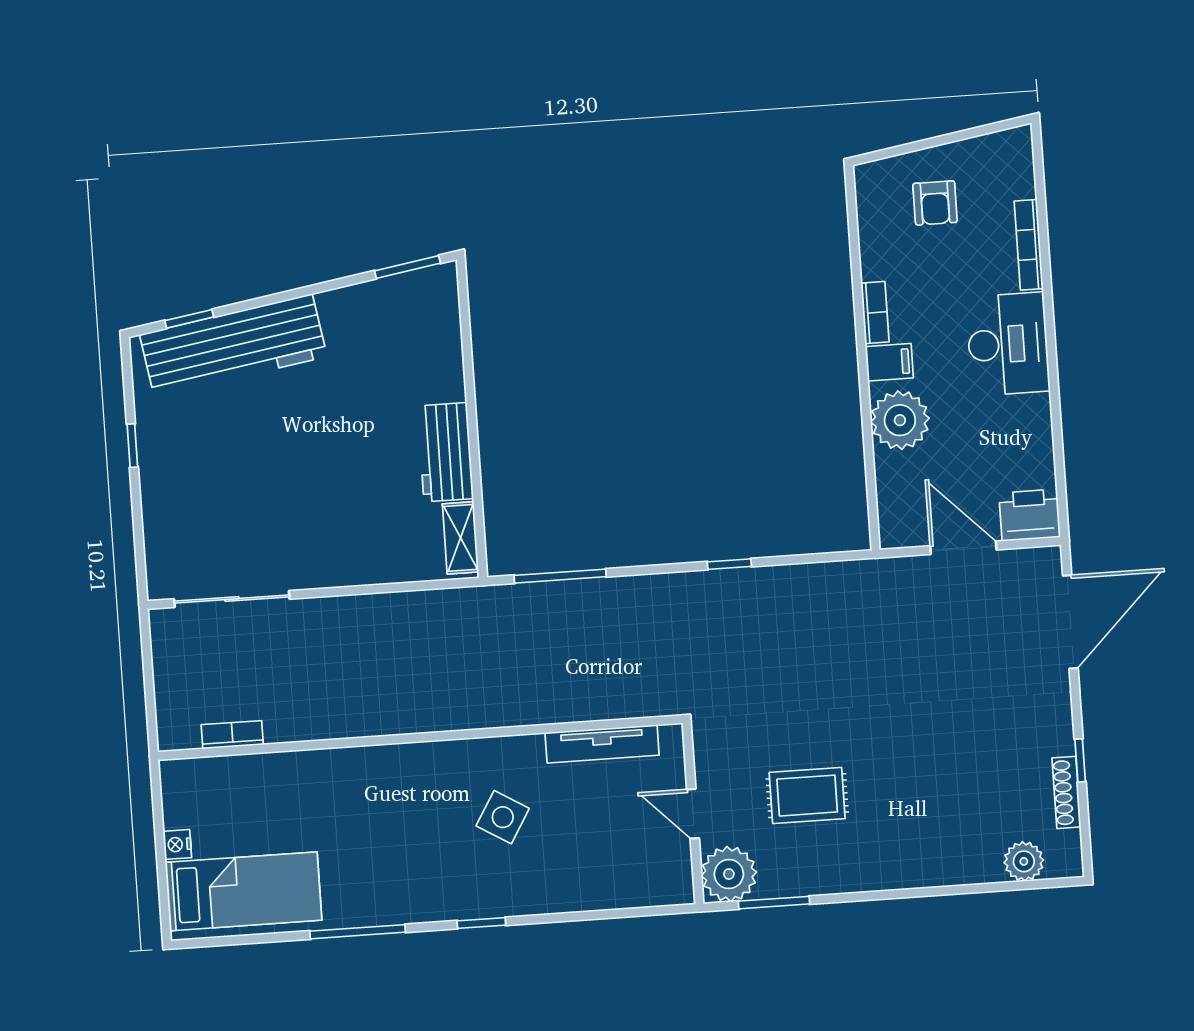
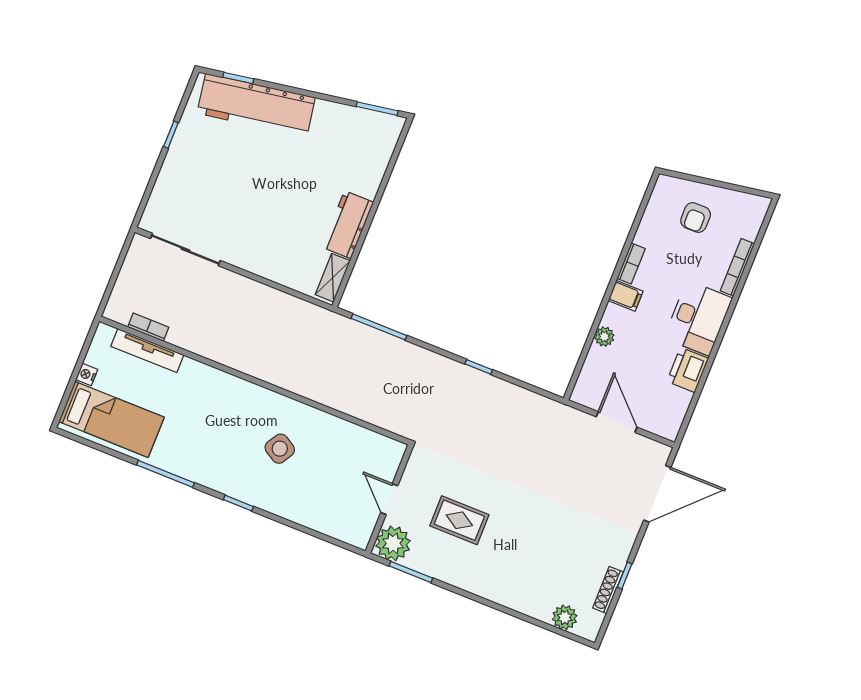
plant: (900, 420) -> (604, 337), width x0.53, depth x0.53
printer: (1030, 515) -> (688, 370), moved, turned -90
tv unit: (602, 744) -> (147, 351), moved

